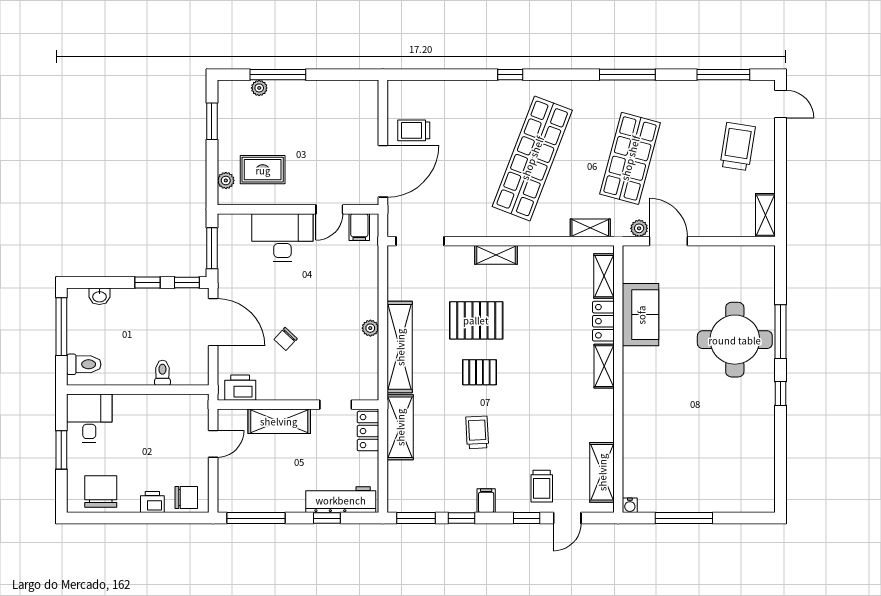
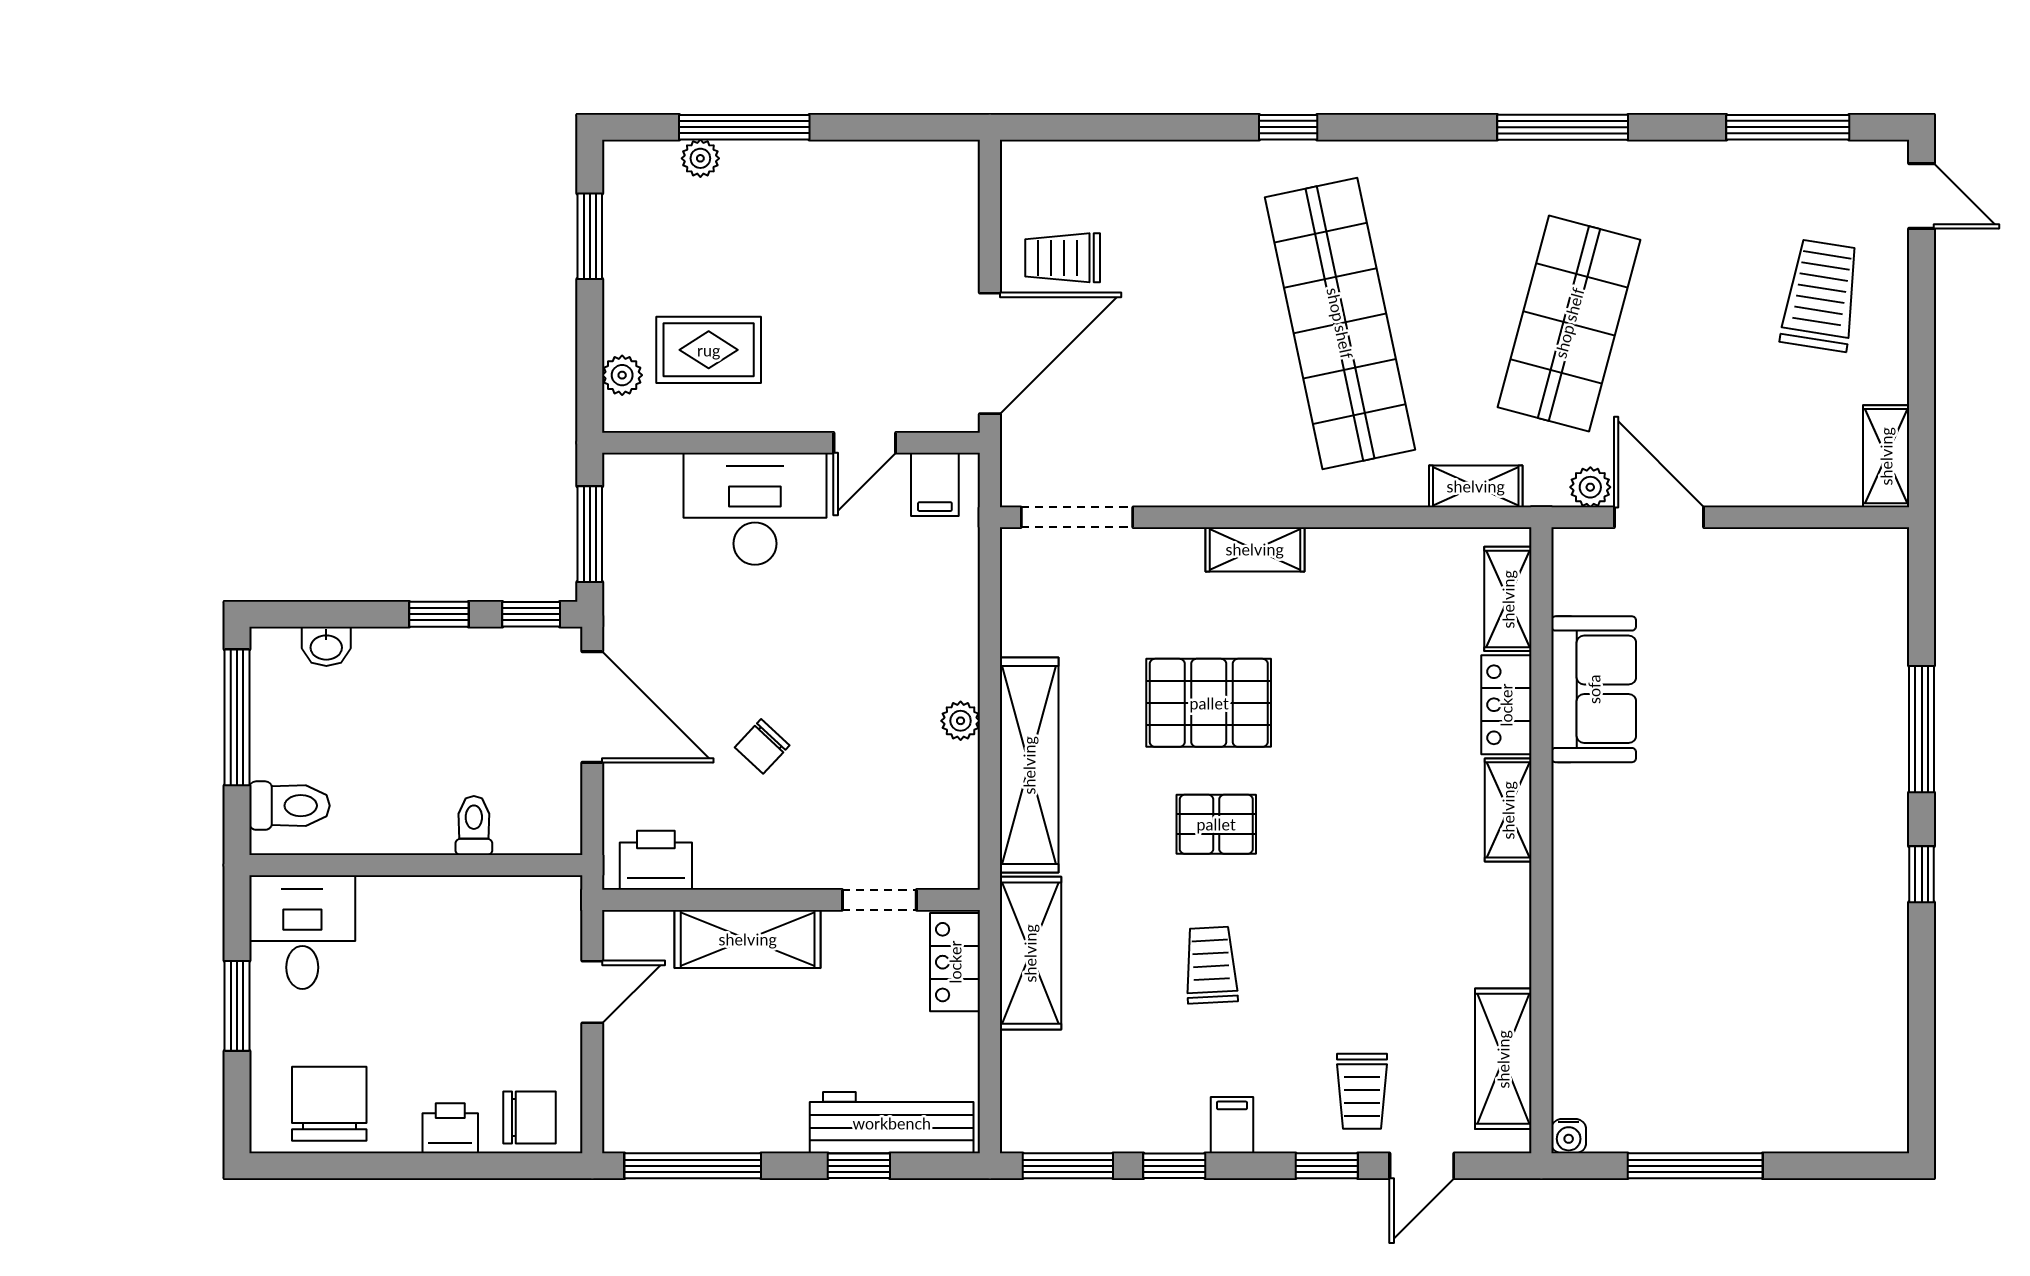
shop shelf: (532, 158) -> (1340, 323), turned -33
round table: (735, 340) -> (1814, 748), removed

